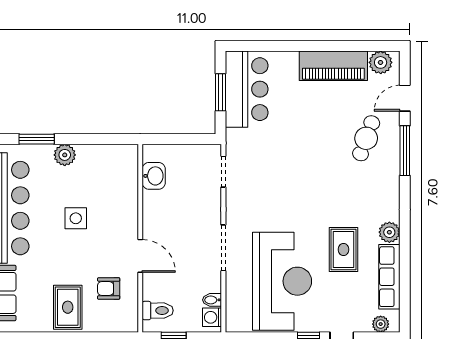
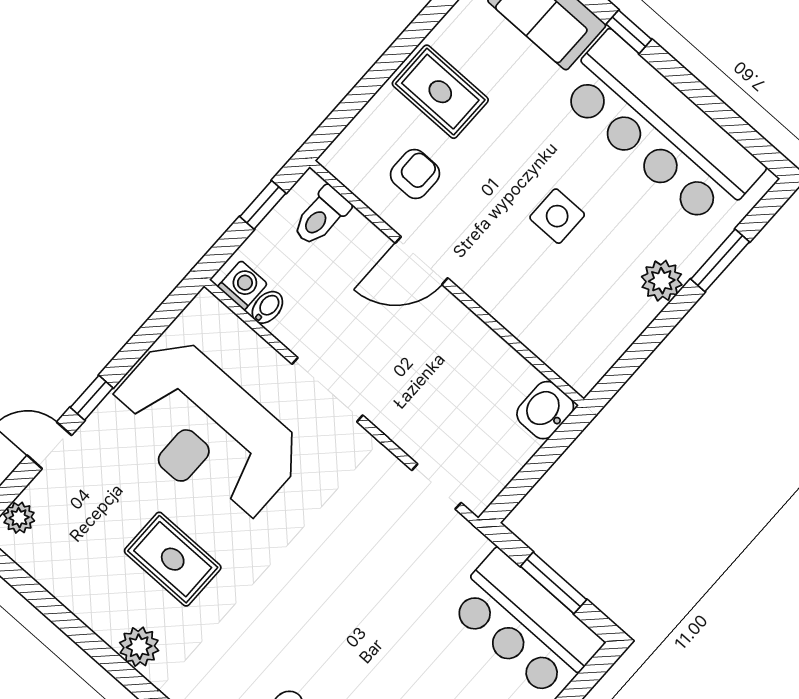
washbasin: (154, 176) -> (545, 410), moved, turned 90
row of seats: (389, 277) -> (76, 590), removed

